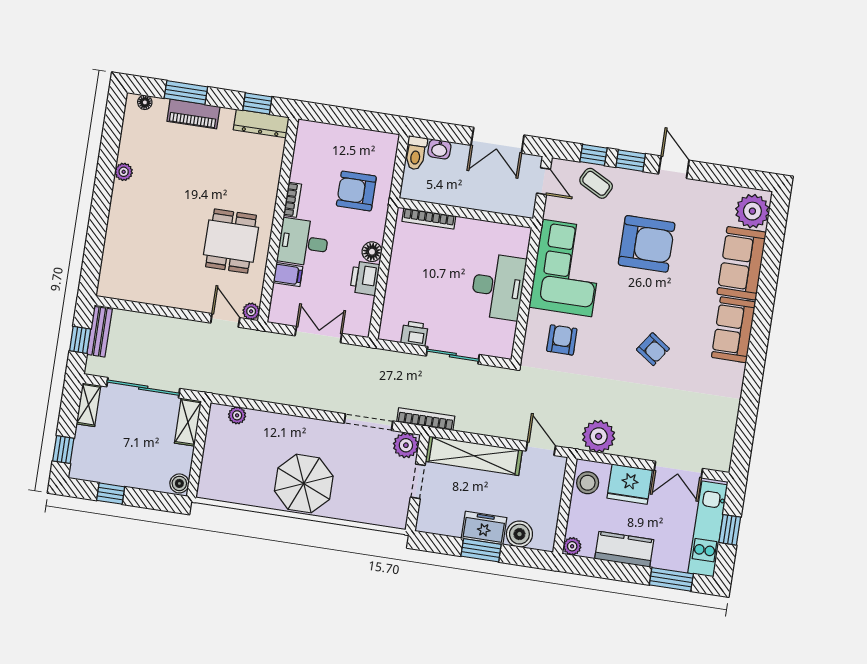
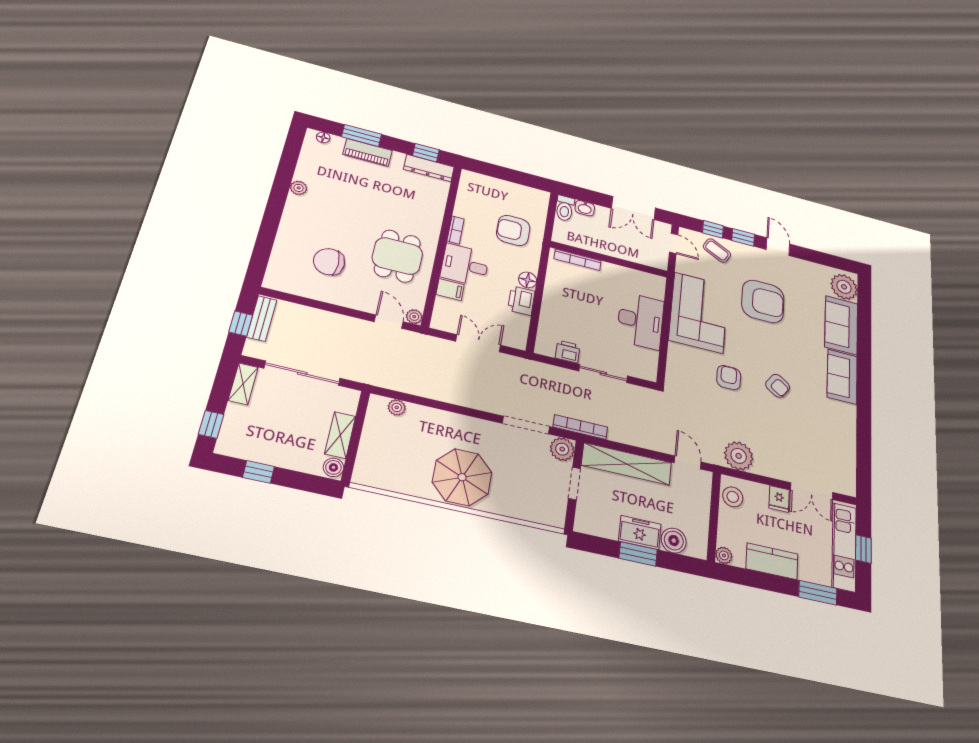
chair: (161, 258) -> (329, 262), added
armchair: (562, 340) -> (729, 378), moved
shelving: (188, 422) -> (340, 435), moved
fridge: (630, 484) -> (779, 499), width x0.53, depth x0.75

